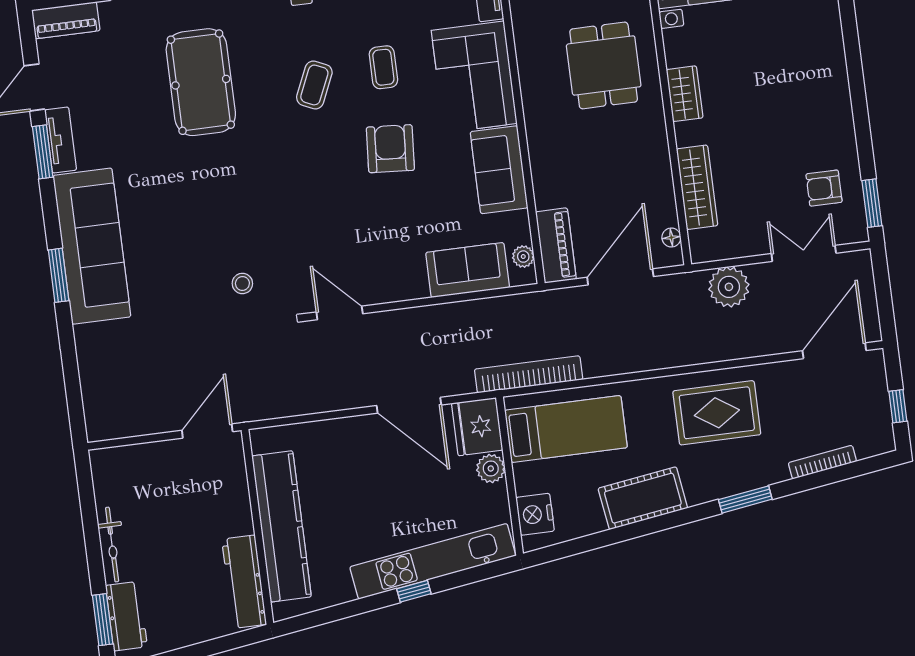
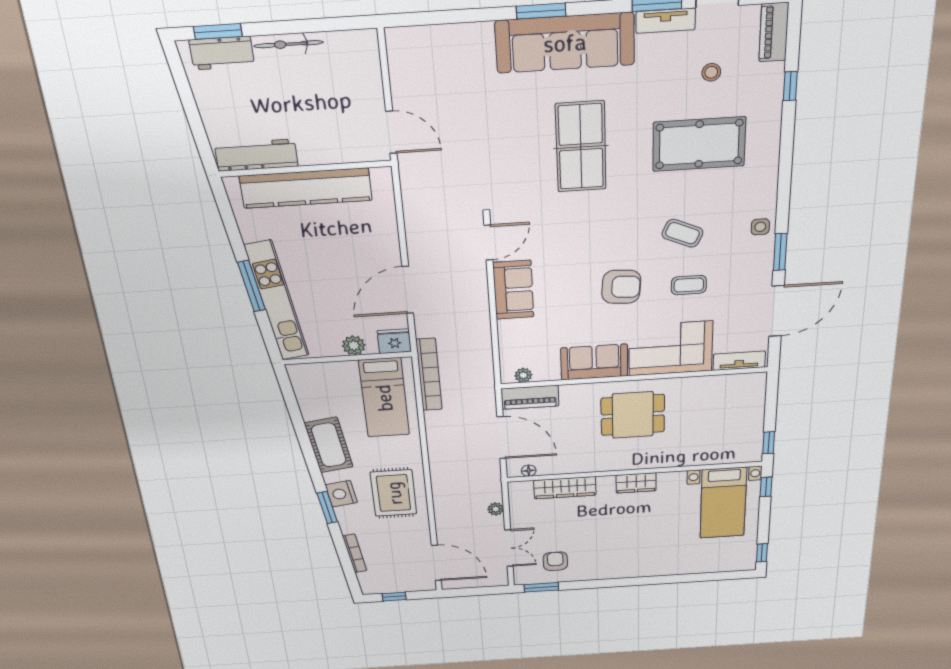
dining table: (604, 65) -> (633, 415), moved
table tennis table: (212, 216) -> (581, 147), added
sofa: (468, 270) -> (513, 290), moved
stool: (242, 283) -> (711, 72), moved
plant: (729, 287) -> (496, 509), width x0.53, depth x0.53
fridge: (477, 427) -> (394, 341), width x0.73, depth x0.75
nightstand: (535, 514) -> (341, 494), moved, turned -98
window: (414, 591) -> (251, 286), width x2.17

